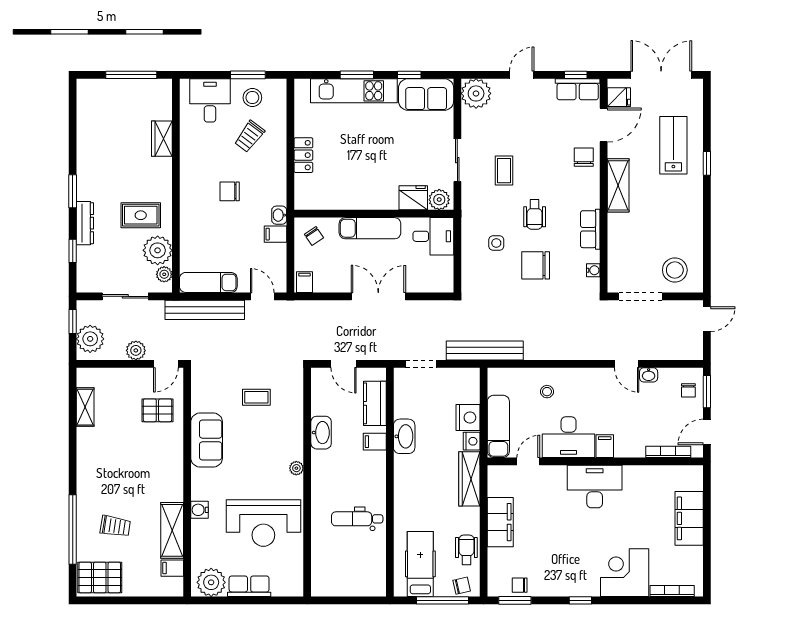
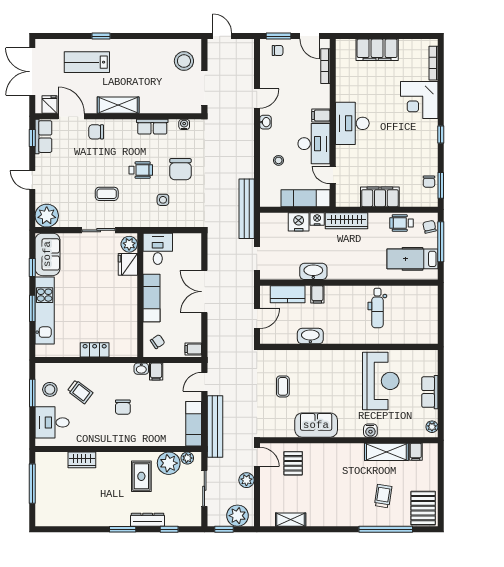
washbasin: (649, 375) -> (265, 122), moved
plant: (296, 468) -> (338, 355), removed
plant: (211, 582) -> (432, 427), width x0.53, depth x0.53

